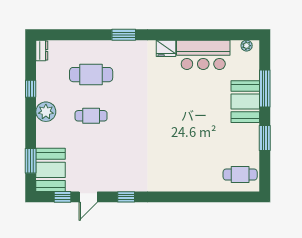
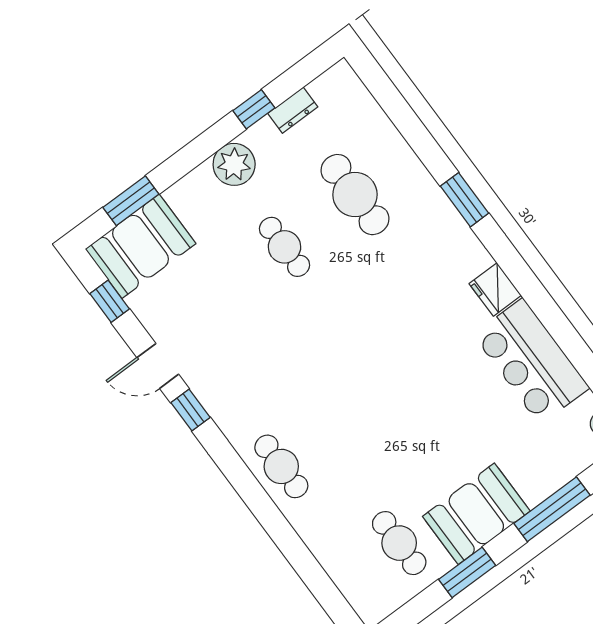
dresser: (42, 50) -> (293, 110), moved
booth: (245, 102) -> (476, 514), moved
cafe table: (240, 175) -> (399, 543), moved
cafe table: (173, 178) -> (281, 466), added
door: (88, 197) -> (158, 366), moved

